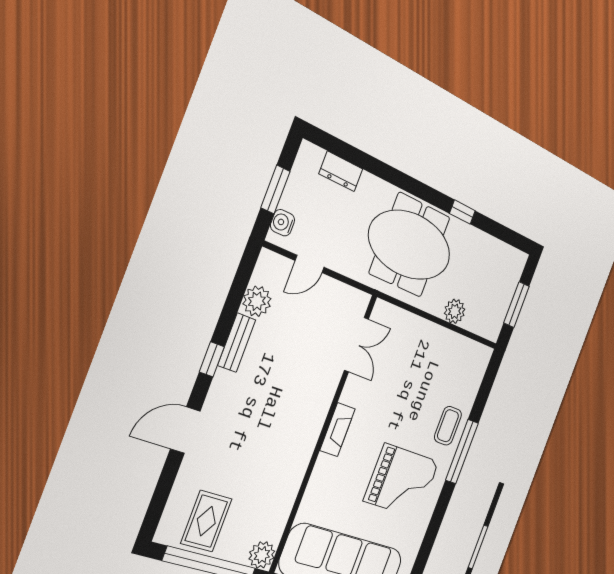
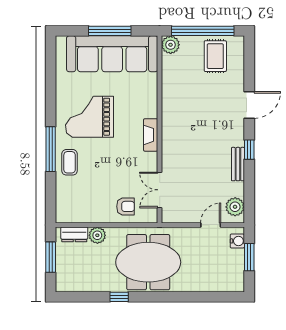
dresser: (341, 171) -> (74, 234), moved, turned 180
plant: (257, 301) -> (235, 207), moved
armchair: (407, 338) -> (126, 206), added

